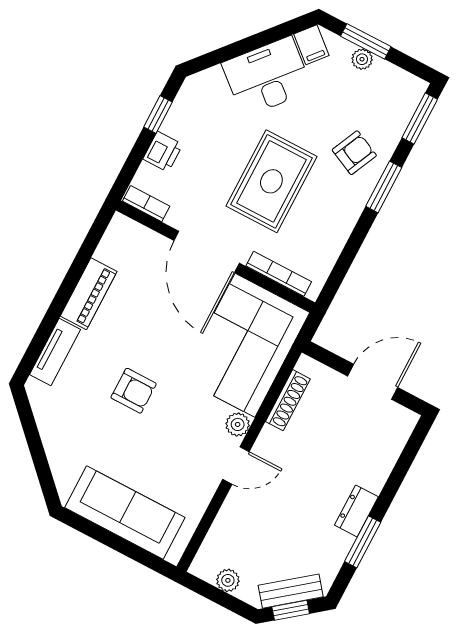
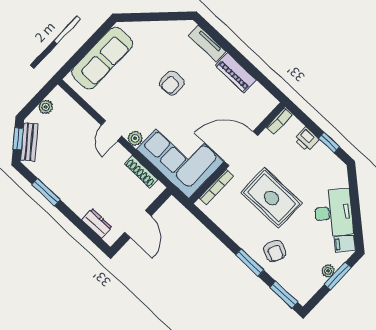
dresser: (356, 511) -> (97, 223), moved

